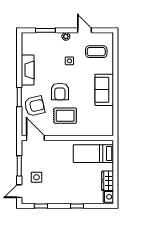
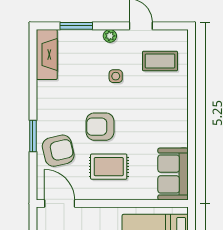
fireplace: (28, 70) -> (47, 54), moved
sofa: (104, 90) -> (173, 174), moved
armchair: (60, 91) -> (100, 127), turned 90

